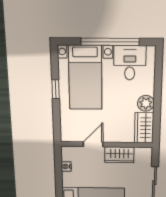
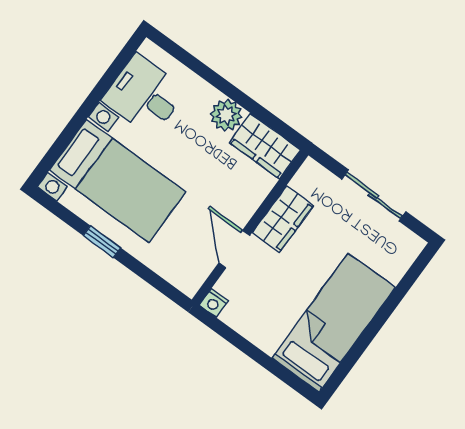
window: (110, 42) -> (91, 103), removed
nightstand: (66, 166) -> (214, 303), moved

